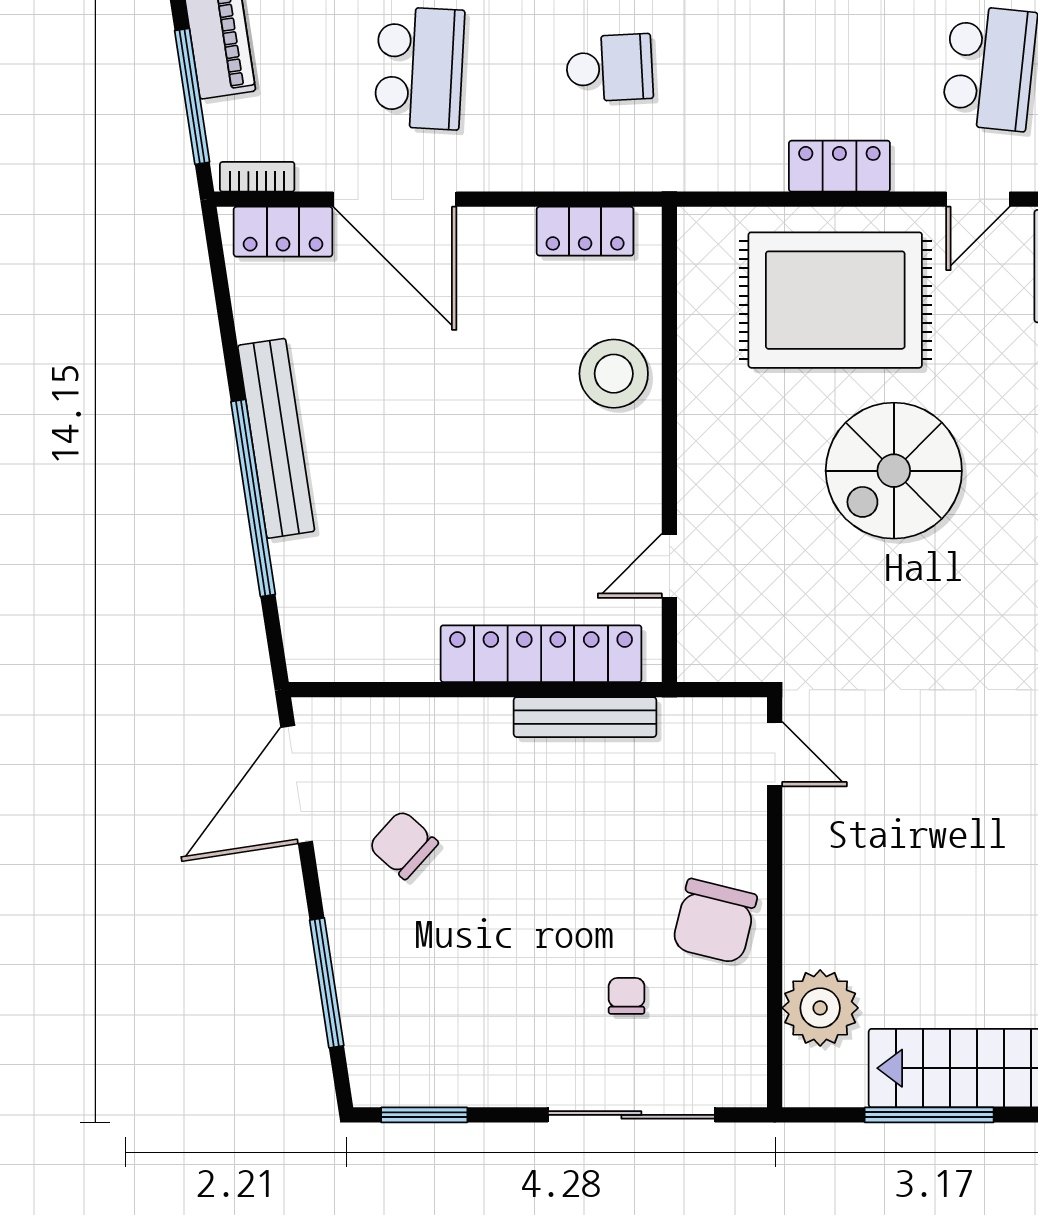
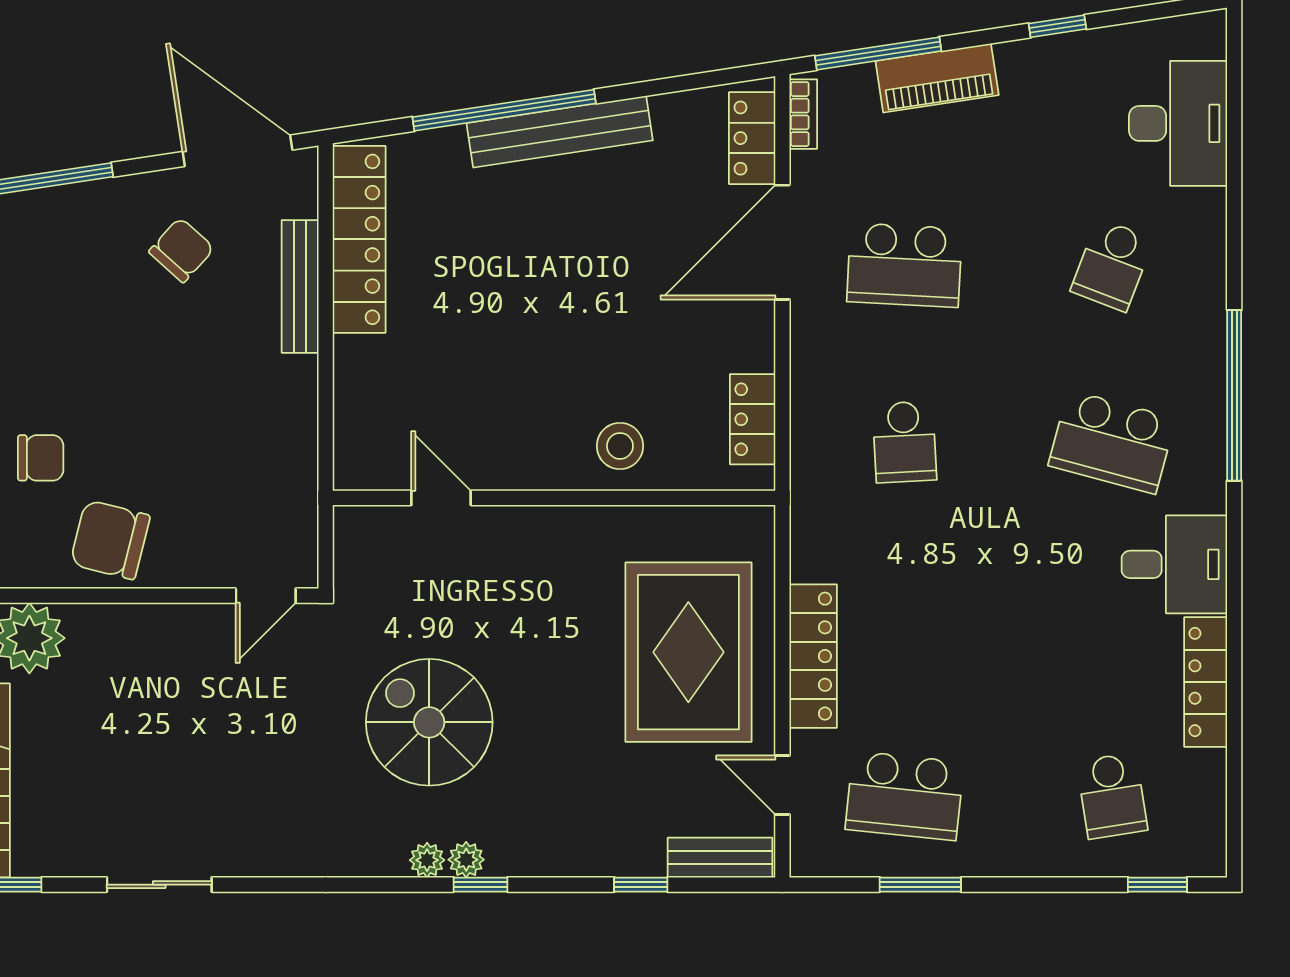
locker: (839, 166) -> (813, 656), width x1.53
stool: (614, 374) -> (620, 446), width x0.73, depth x0.73
spiral stairs: (894, 471) -> (429, 722), moved
locker: (541, 654) -> (359, 239), moved
bench: (585, 717) -> (300, 286), moved
chair: (627, 996) -> (41, 458), width x1.37, depth x1.37

